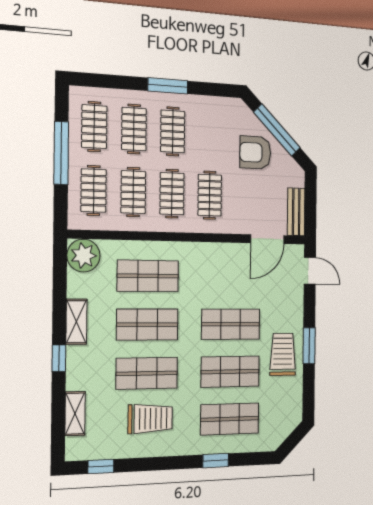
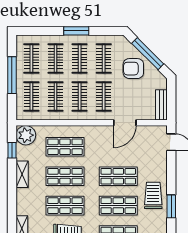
clothes rail: (210, 134) -> (104, 59), added
door: (267, 239) -> (125, 123), moved
window: (309, 346) -> (171, 206), moved
window: (59, 358) -> (12, 150), moved

